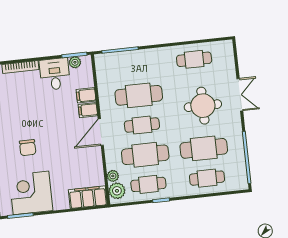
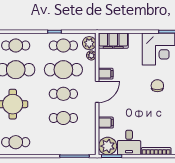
plant: (75, 62) -> (108, 146), width x1.88, depth x1.88
cafe table: (139, 95) -> (63, 118), width x0.73, depth x0.74
filing cabinet: (88, 110) -> (106, 74), moved

